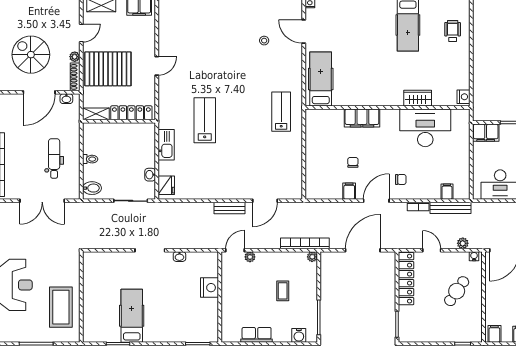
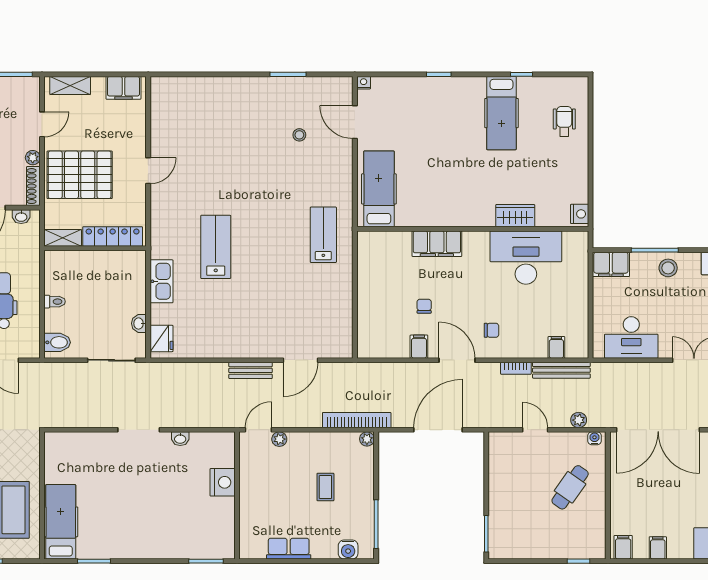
door: (376, 201) -> (457, 360), hinge flipped
locker: (406, 279) -> (499, 470), removed
hospital bed: (132, 316) -> (61, 522), moved

